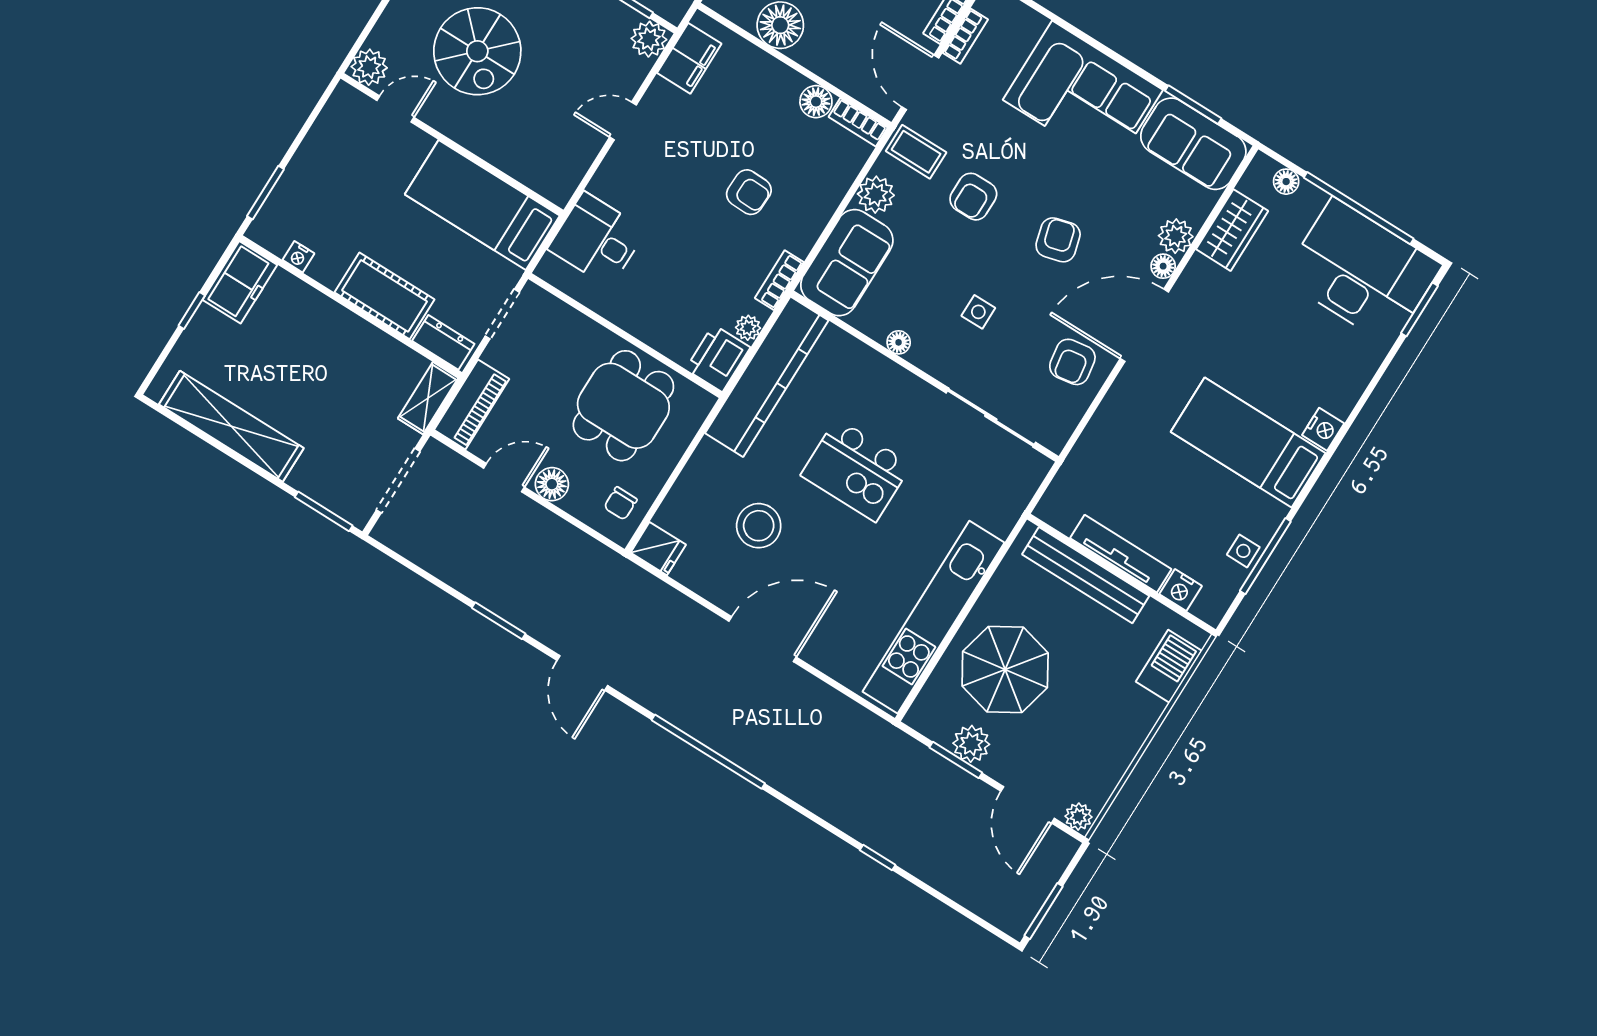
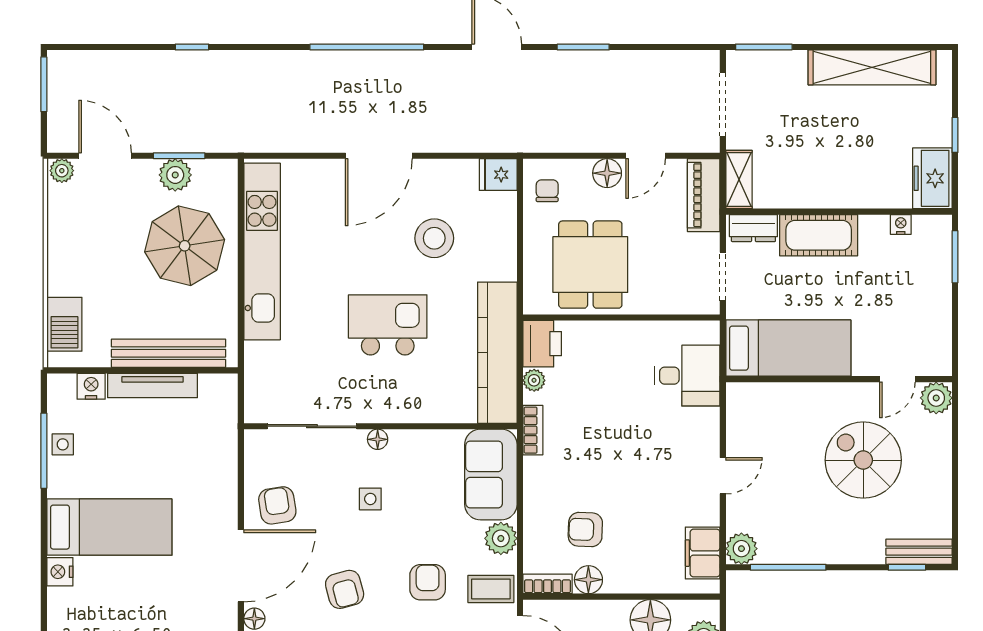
armchair: (749, 192) -> (585, 530), moved
floor lamp: (899, 342) -> (378, 439), moved

